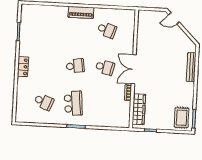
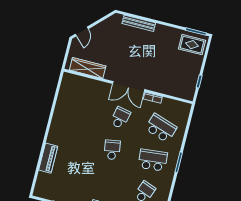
piano: (81, 12) -> (48, 158), moved
school desk: (107, 30) -> (161, 128), moved, width x1.85
wardrobe: (139, 109) -> (88, 68), moved

